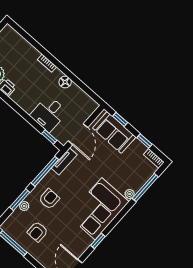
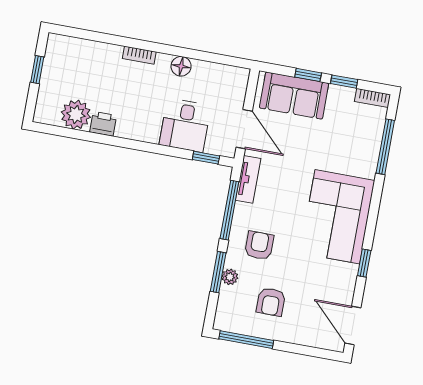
window: (120, 119) -> (308, 75), moved
plant: (130, 194) -> (369, 169), removed

